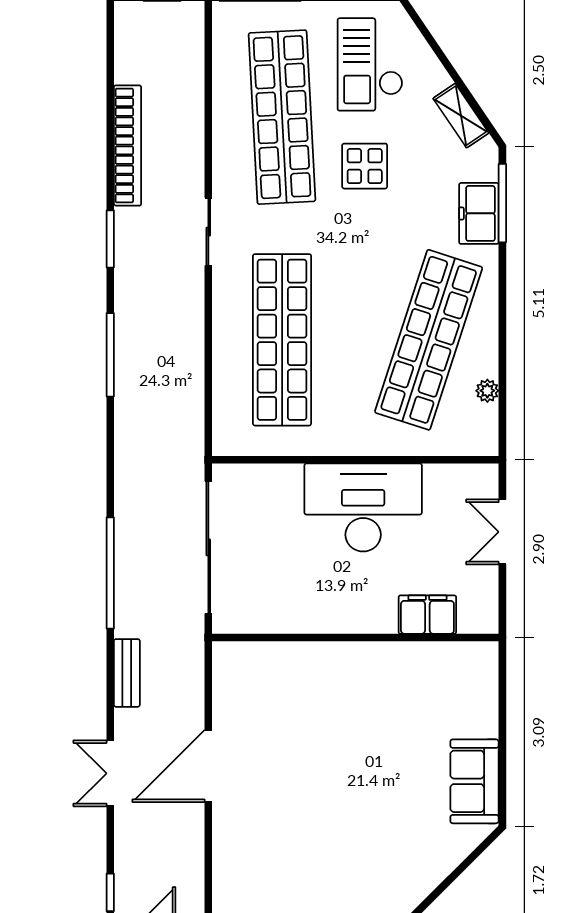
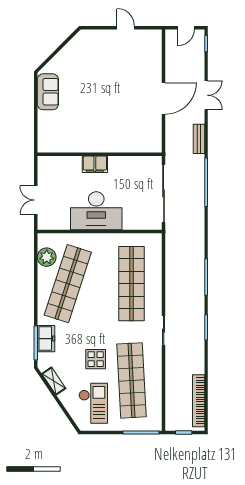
bookcase: (128, 145) -> (199, 401), moved
plant: (487, 391) -> (47, 257), width x1.87, depth x1.87
double door: (502, 532) -> (36, 200), swing flipped
filing cabinet: (427, 615) -> (95, 164), moved

